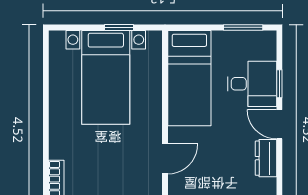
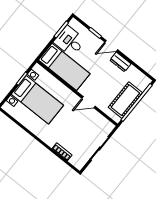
desk: (252, 84) -> (70, 41), moved, turned -90
door: (165, 159) -> (89, 102), swing flipped

